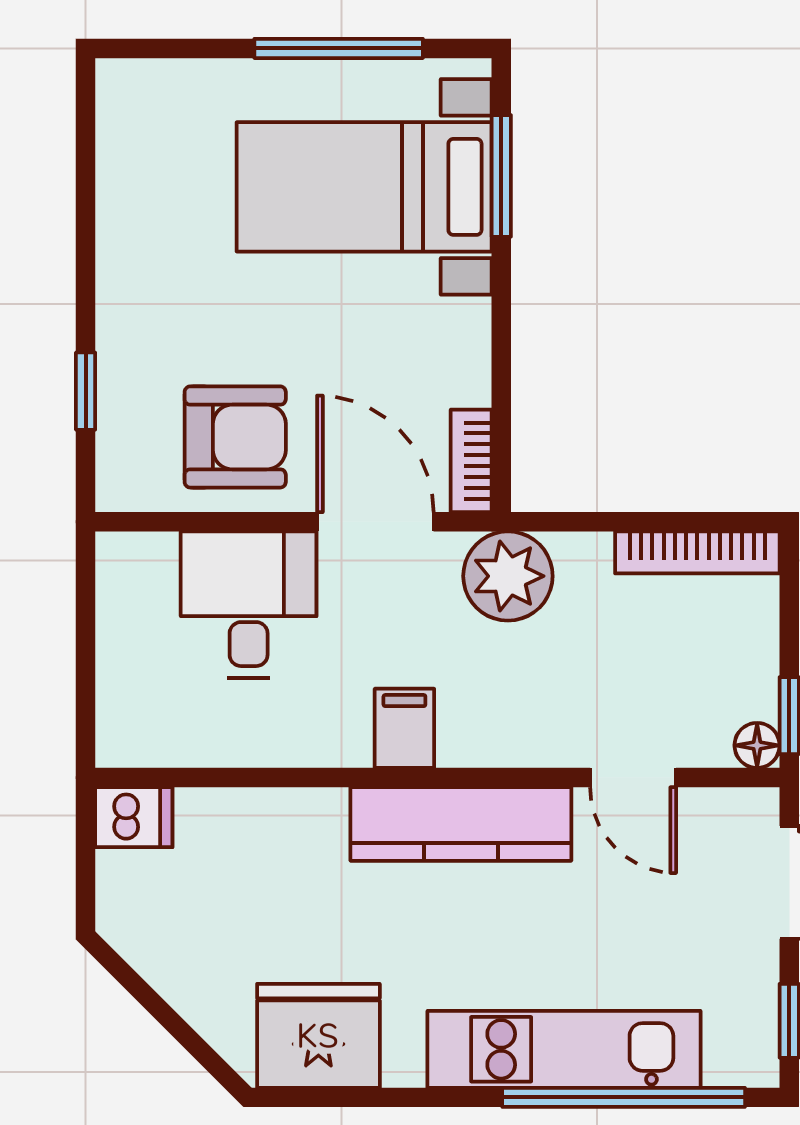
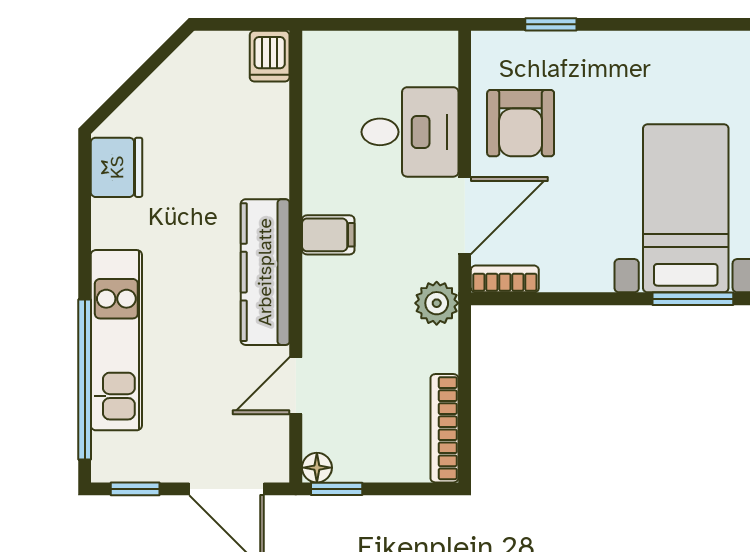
plant: (508, 576) -> (437, 303), width x0.73, depth x0.73
fridge: (318, 1036) -> (117, 167), width x0.73, depth x0.75

